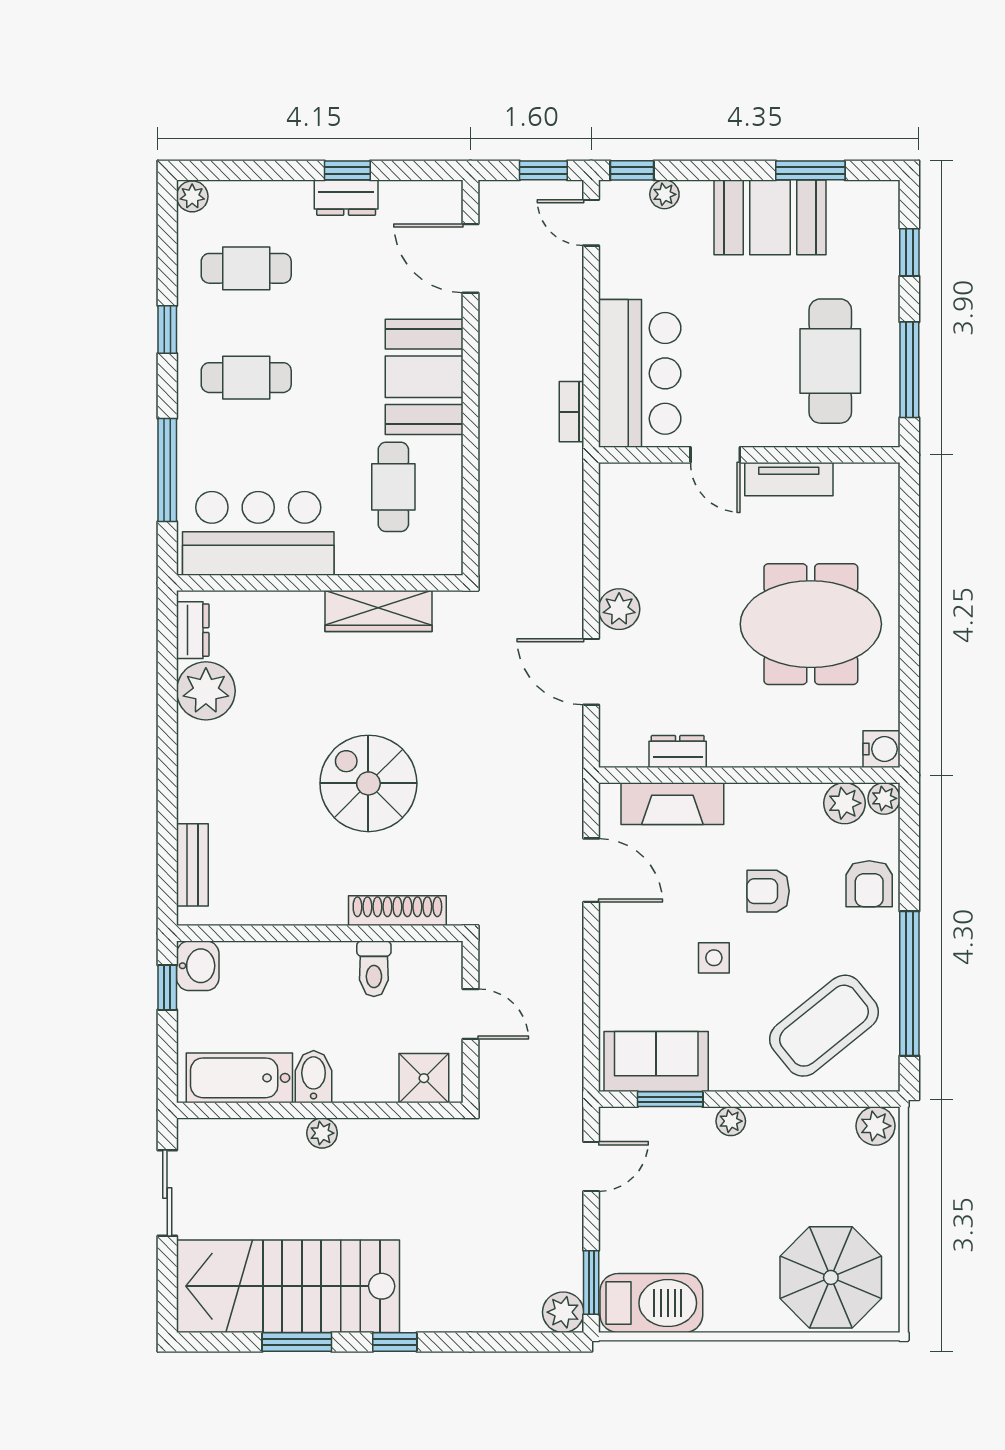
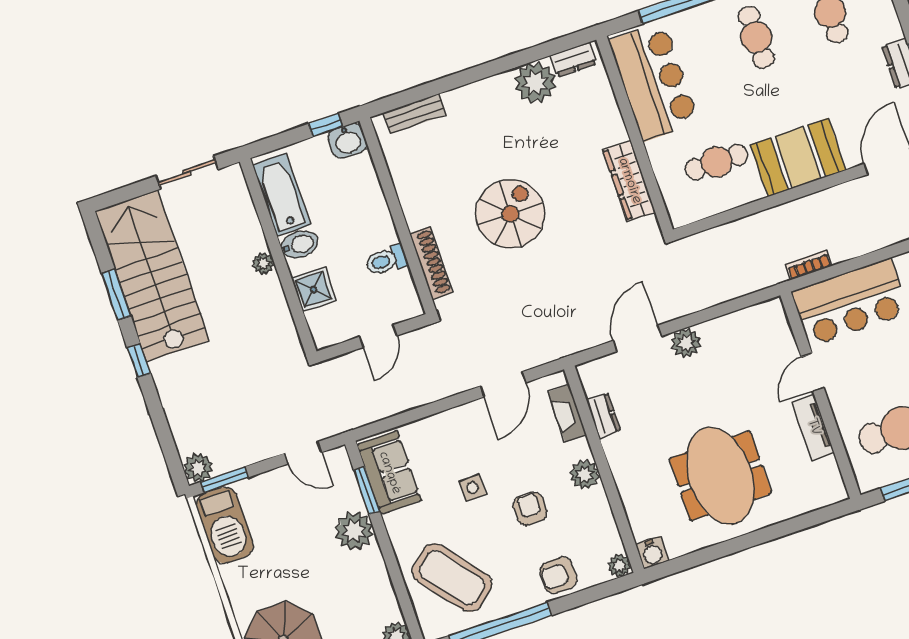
plant: (845, 803) -> (585, 475), moved
fireplace: (672, 804) -> (567, 413), width x0.73, depth x0.76
shower: (424, 1078) -> (314, 289), moved
plant: (731, 1121) -> (354, 531), width x1.88, depth x1.88

